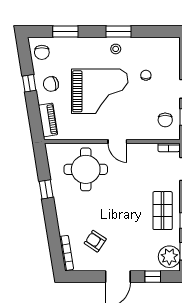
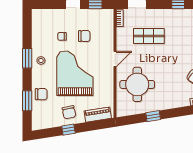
chair: (42, 52) -> (41, 94), moved
chair: (165, 120) -> (84, 36), moved
shop shelf: (163, 211) -> (149, 36), moved

